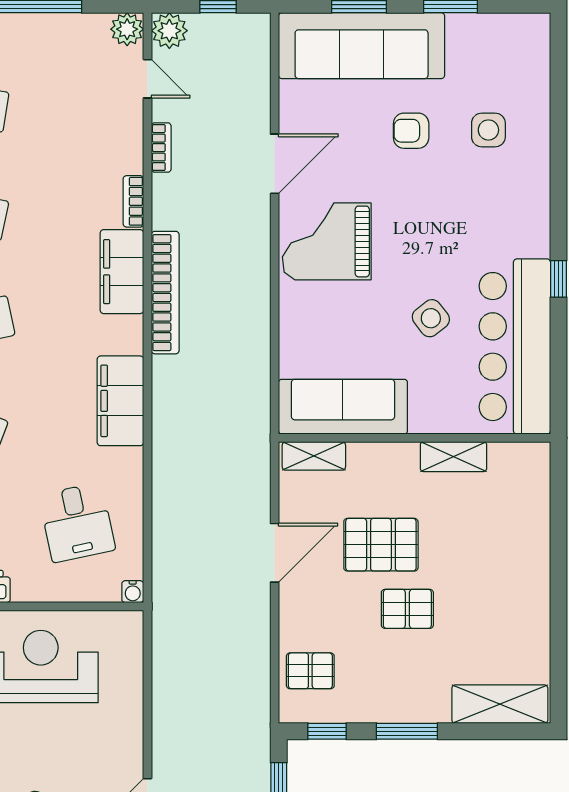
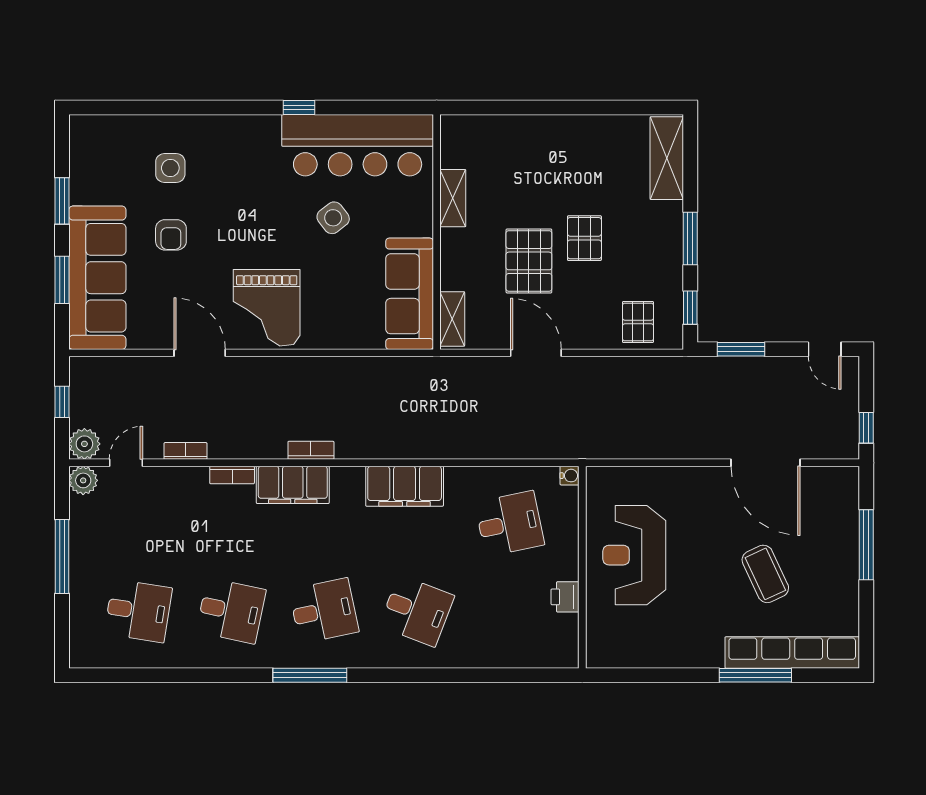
bookcase: (165, 293) -> (311, 450), width x0.43, depth x0.76

